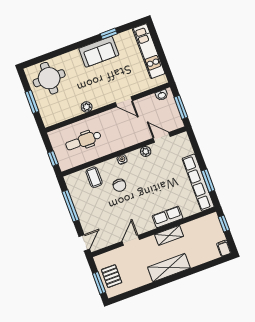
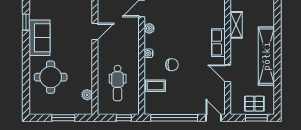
round table: (49, 78) -> (51, 77), moved
plant: (87, 107) -> (87, 95), moved
window: (71, 206) -> (174, 118), width x1.46
row of seats: (168, 217) -> (218, 43), moved
shelving: (169, 235) -> (236, 25), moved
shelving: (169, 268) -> (266, 56), width x1.47

